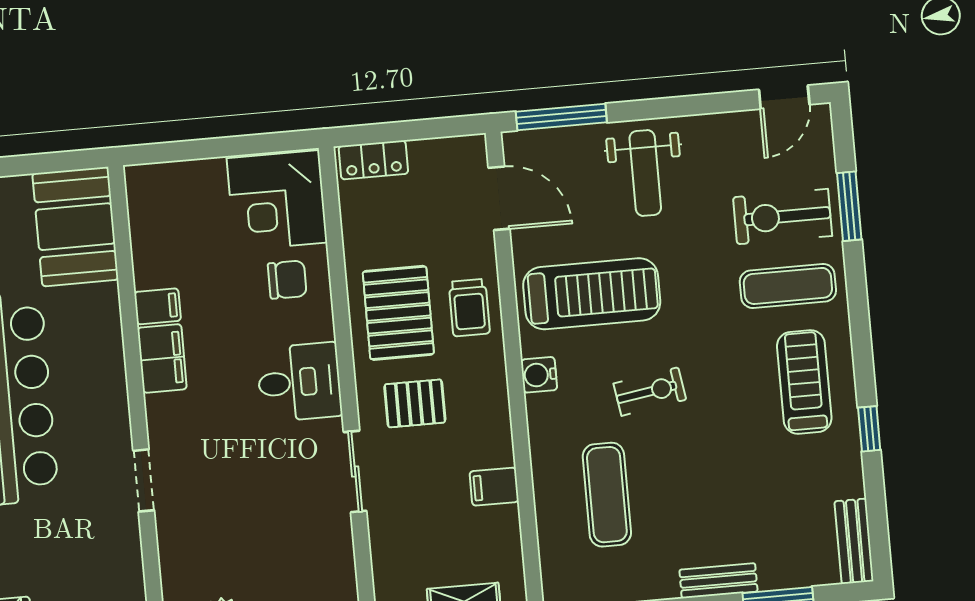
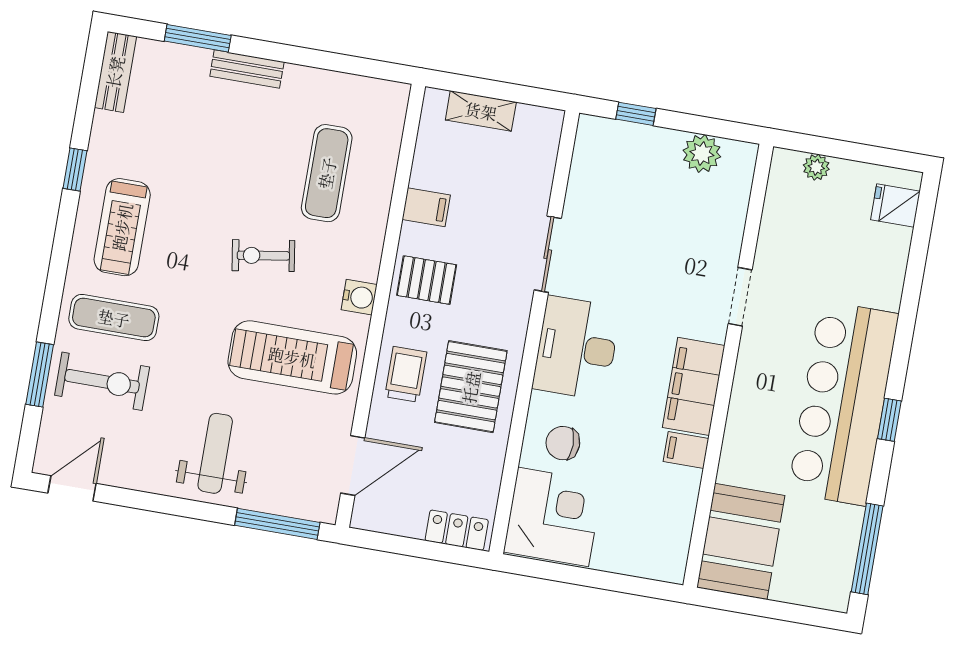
door: (499, 198) -> (353, 466), swing flipped
filing cabinet: (162, 358) -> (694, 386), width x1.50, depth x1.17
desk: (299, 382) -> (576, 348), width x1.37
pallet: (415, 403) -> (427, 280), moved

